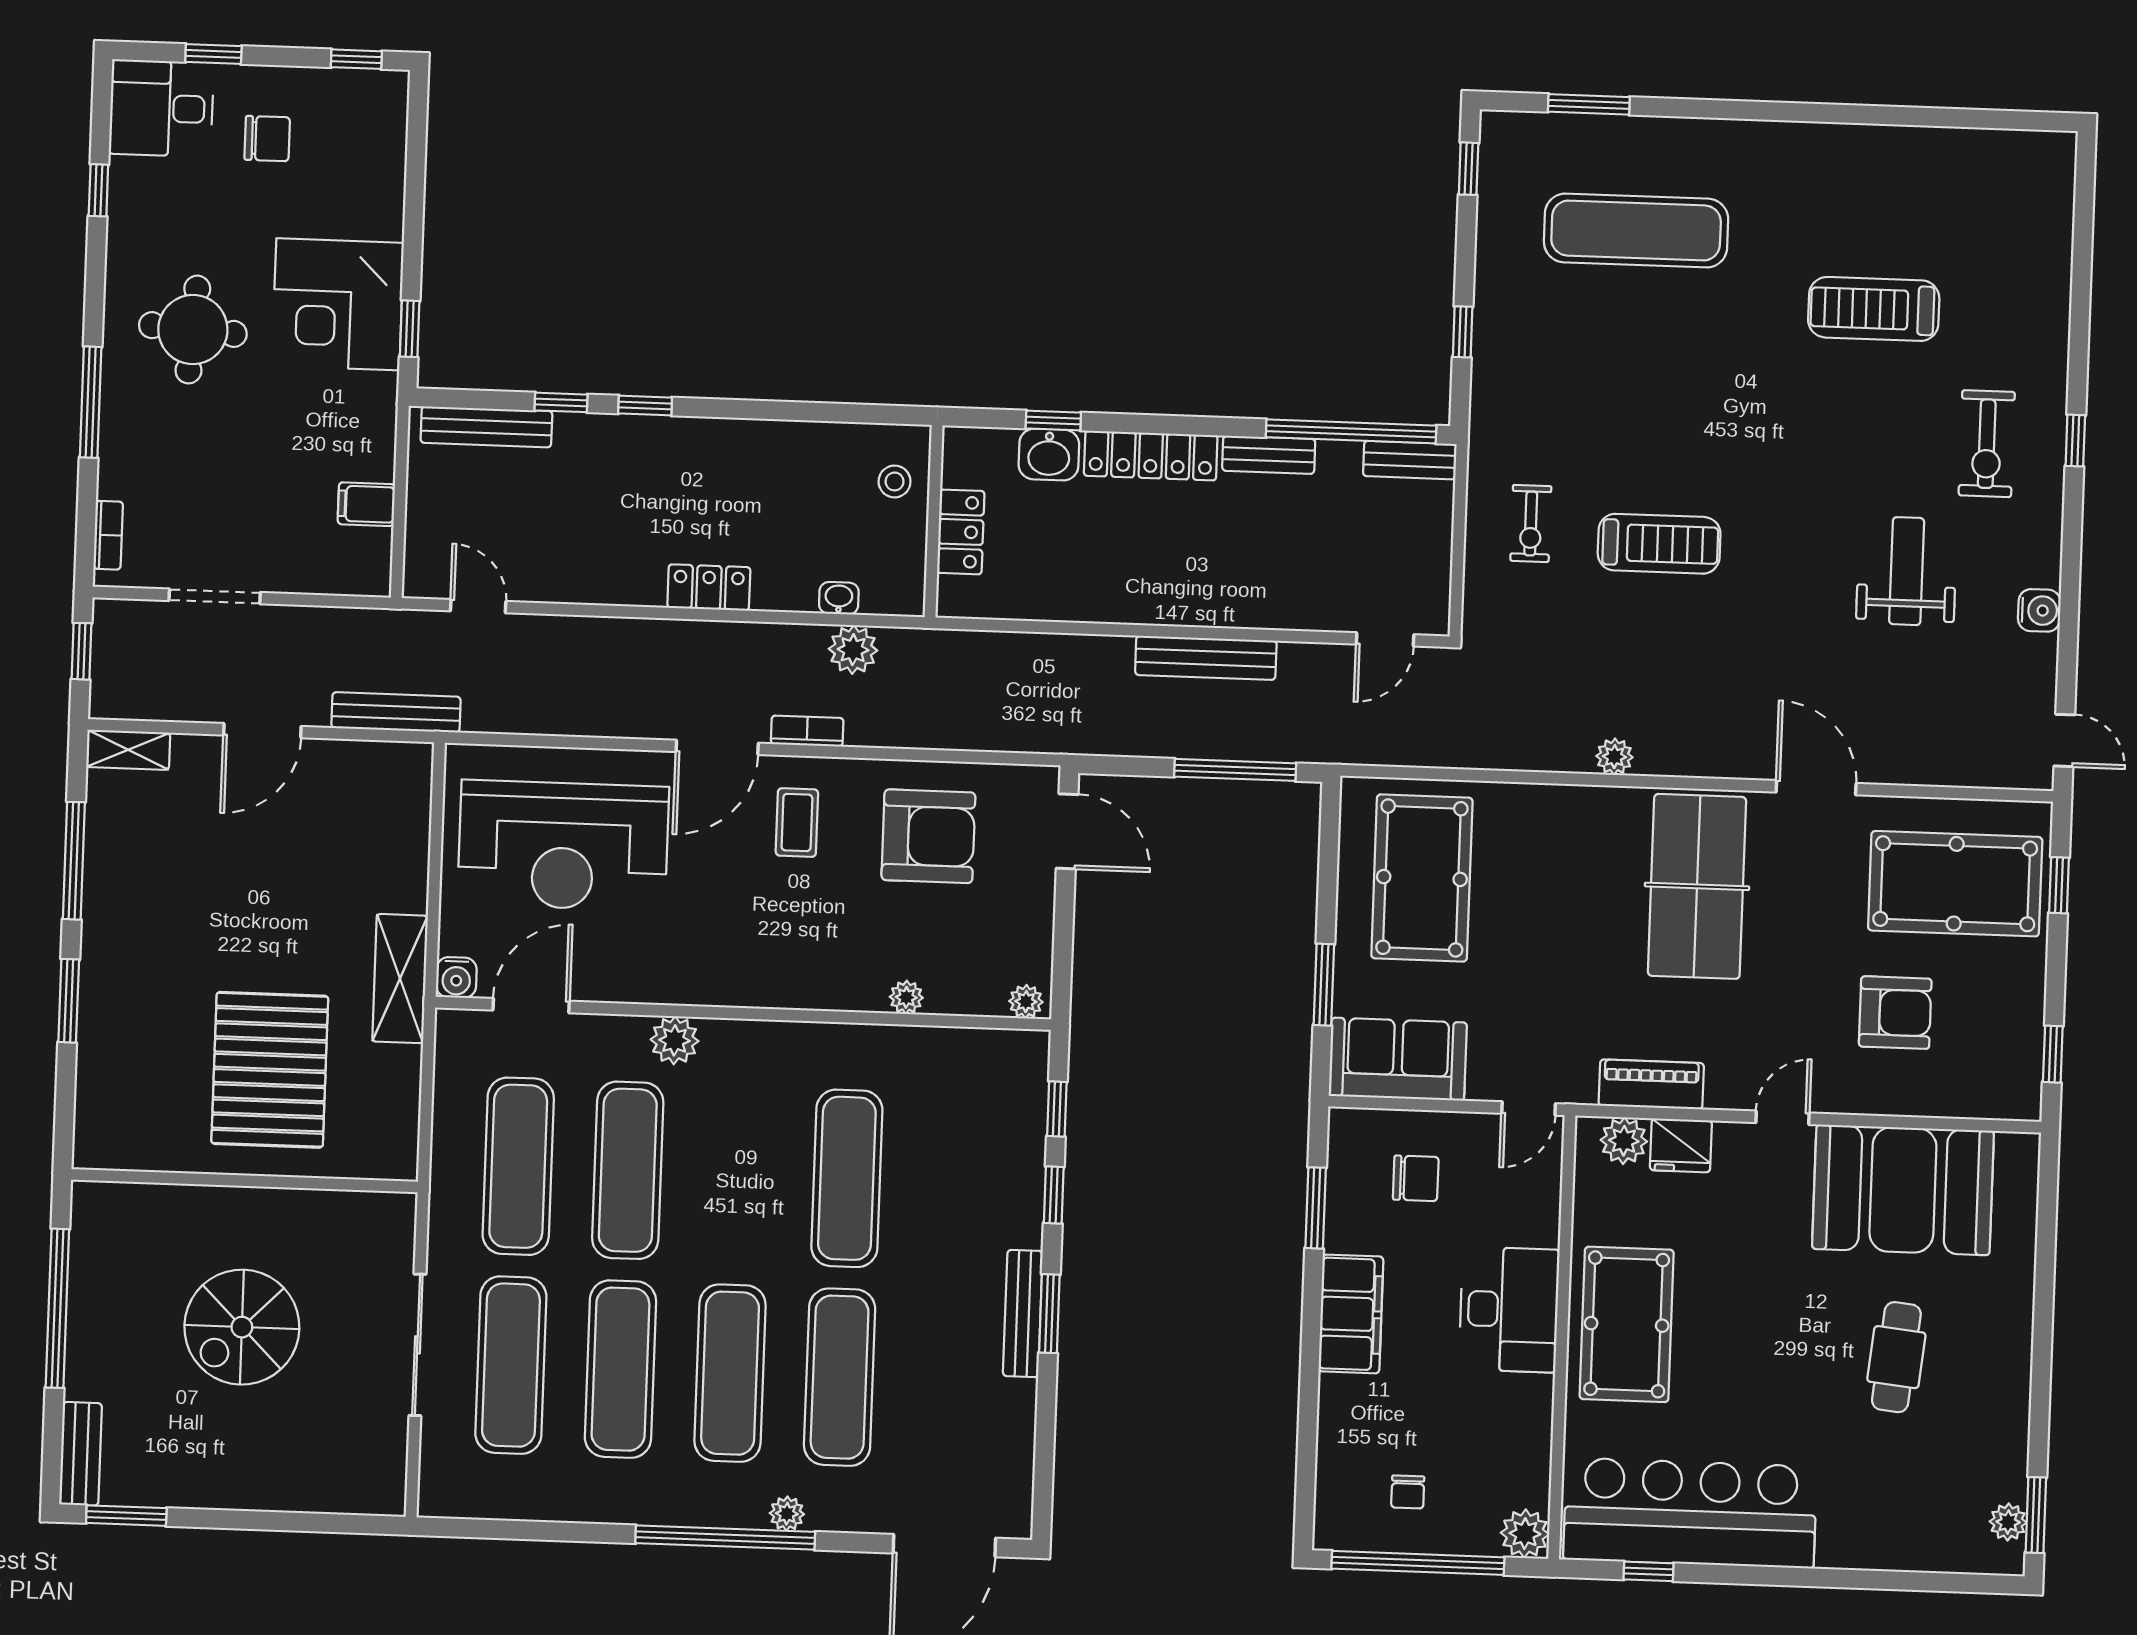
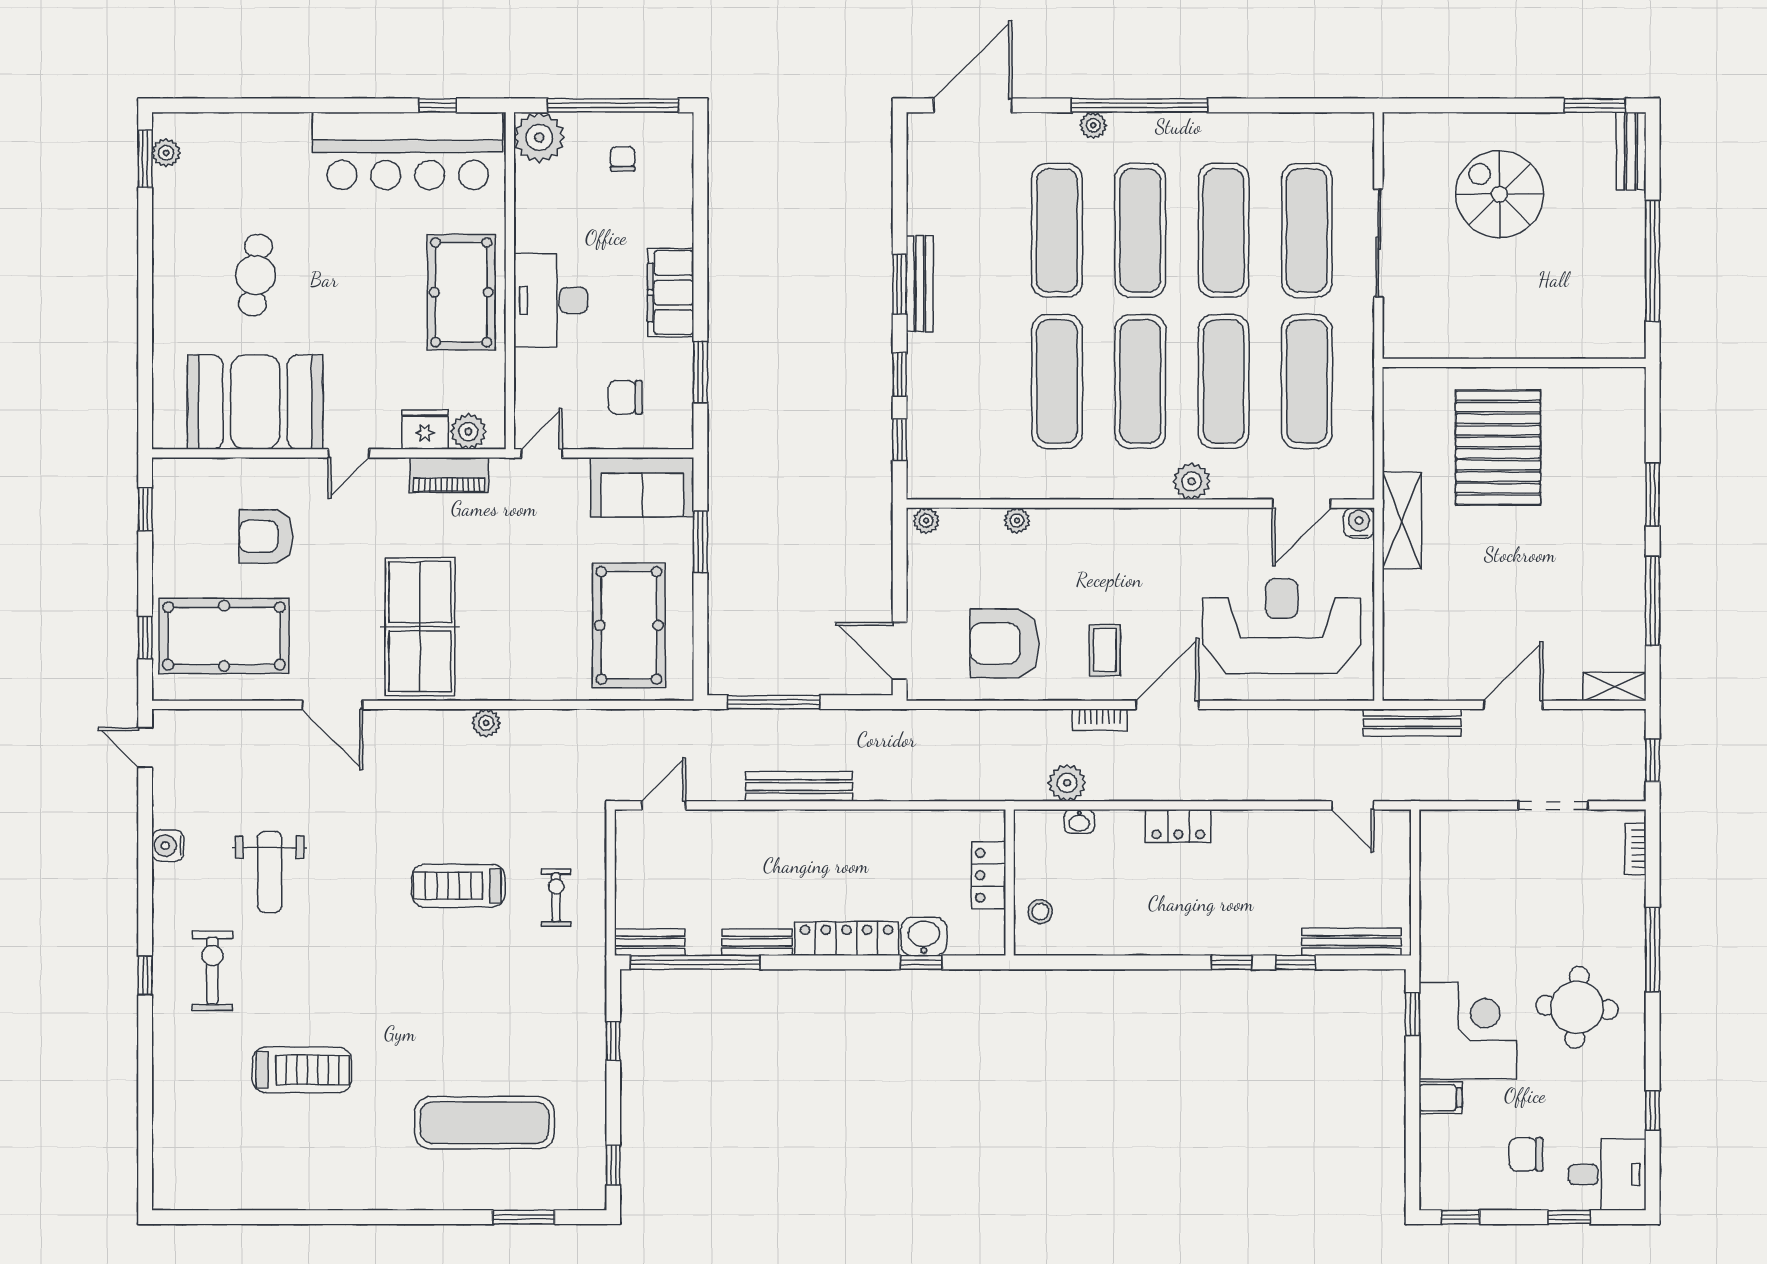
filing cabinet: (366, 504) -> (1441, 1098), moved
exercise mat: (737, 1174) -> (1140, 381), added
spiral stairs: (242, 1327) -> (1500, 194), moved, turned -90
plant: (1525, 1534) -> (539, 137), width x1.36, depth x1.36

